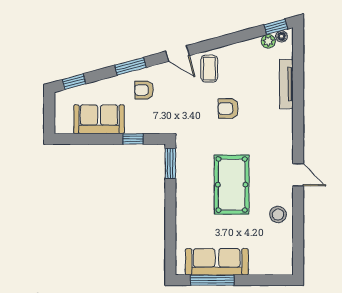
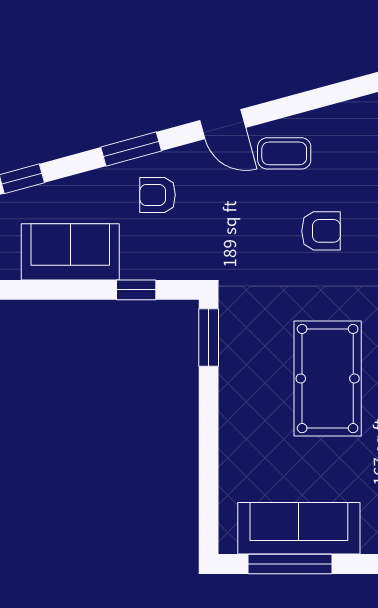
coffee table: (209, 69) -> (284, 153), turned 90
armchair: (228, 109) -> (321, 231), turned 180

